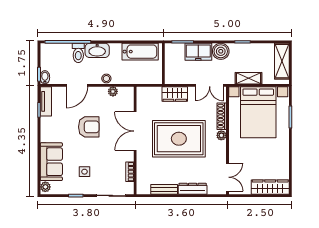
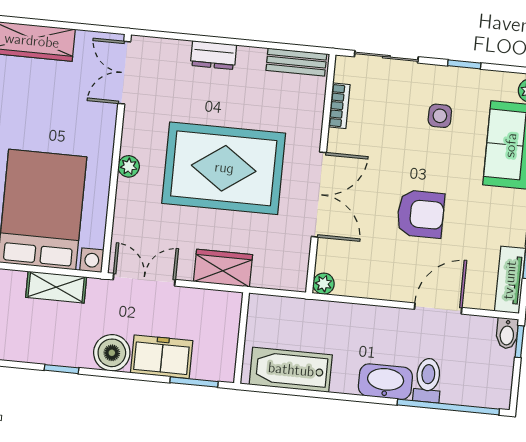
stool: (106, 79) -> (371, 317), removed
plant: (113, 91) -> (324, 284), moved
shoe rack: (222, 116) -> (124, 209), removed
armchair: (89, 127) -> (421, 214), turned 180
bench: (164, 189) -> (296, 62), moved
dresser: (193, 189) -> (214, 55), width x0.70

